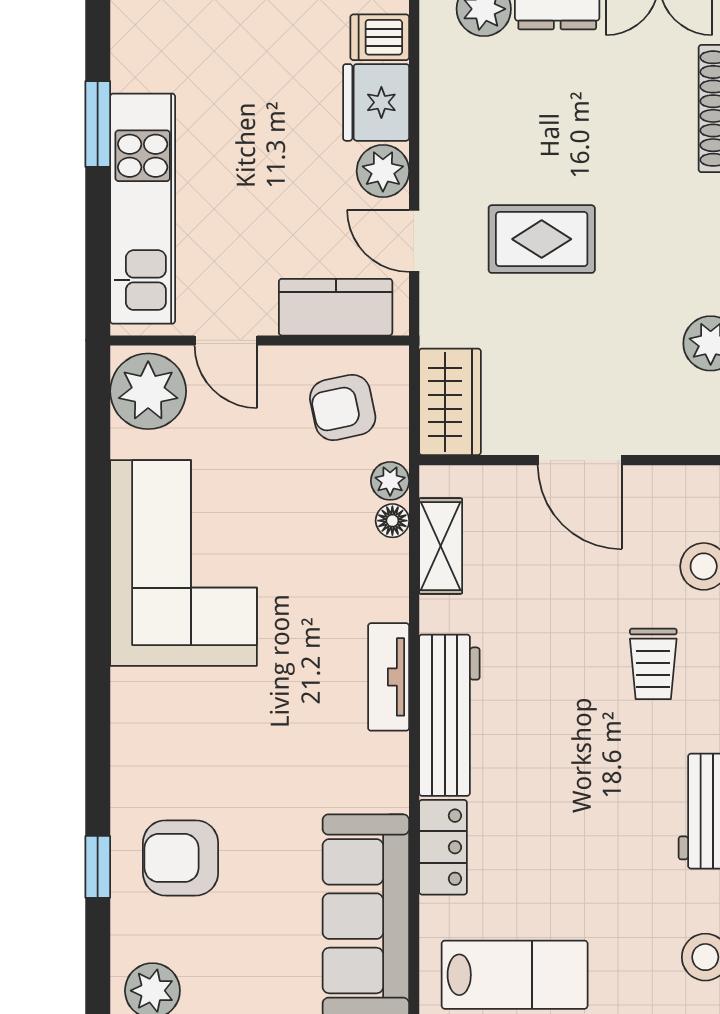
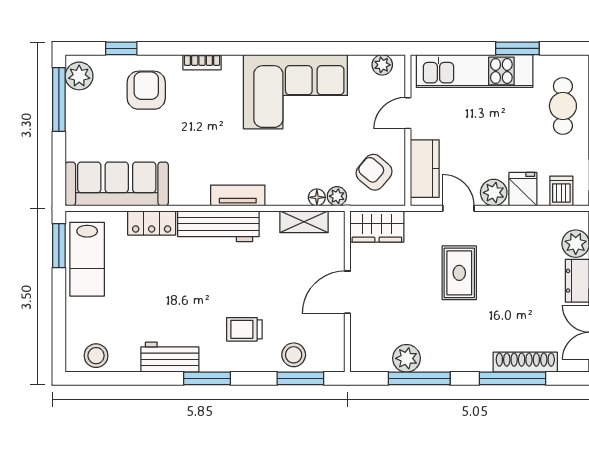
cafe table: (212, 34) -> (563, 106), added
fridge: (376, 102) -> (523, 189), width x0.72
door: (414, 241) -> (458, 208), hinge flipped
plant: (148, 391) -> (382, 65), width x0.53, depth x0.53
armchair: (343, 407) -> (374, 172), turned -38
bookcase: (125, 748) -> (202, 62), added
window: (98, 867) -> (121, 48), moved

